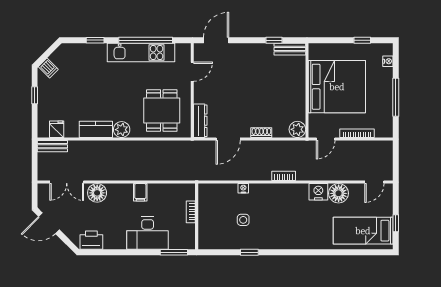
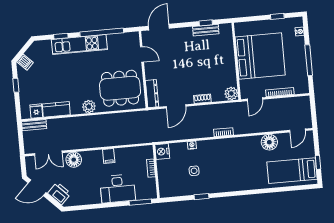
bench: (290, 49) -> (206, 30), moved
kitchen unit: (141, 52) -> (79, 44), moved
door: (192, 72) -> (142, 54), hinge flipped
dining table: (162, 111) -> (120, 88), width x1.38
kitchen counter: (96, 129) -> (56, 109), moved
nightstand: (318, 192) -> (162, 151), moved, turned -90
printer: (91, 240) -> (59, 193), moved, turned 45

